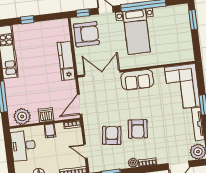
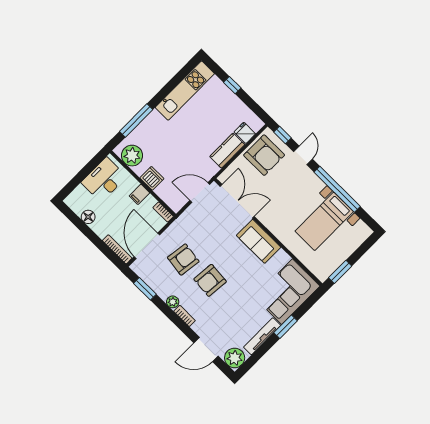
window: (193, 20) -> (340, 272), moved
bed with nightstands: (137, 32) -> (324, 221), moved
fridge: (68, 74) -> (245, 133), moved
door: (80, 104) -> (200, 192), moved
door: (85, 151) -> (147, 246), width x1.87

